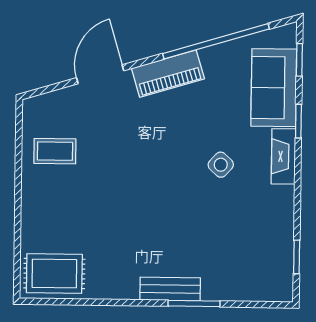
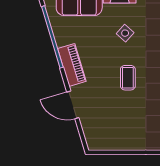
coffee table: (55, 151) -> (128, 78), moved

